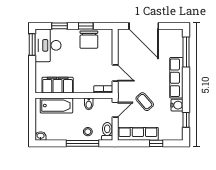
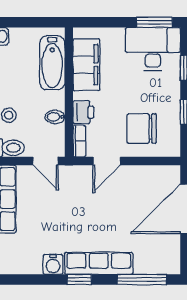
chair: (89, 40) -> (142, 129), moved
printer: (86, 87) -> (83, 112), added
coffee table: (145, 102) -> (59, 210), removed
window: (186, 120) -> (79, 279), moved

